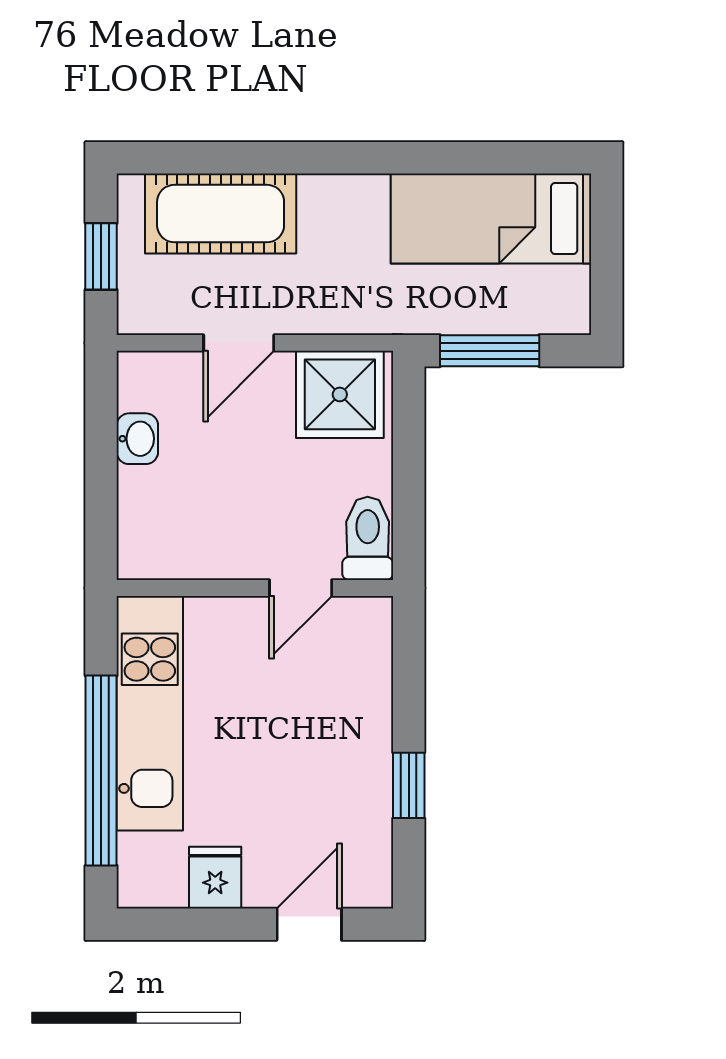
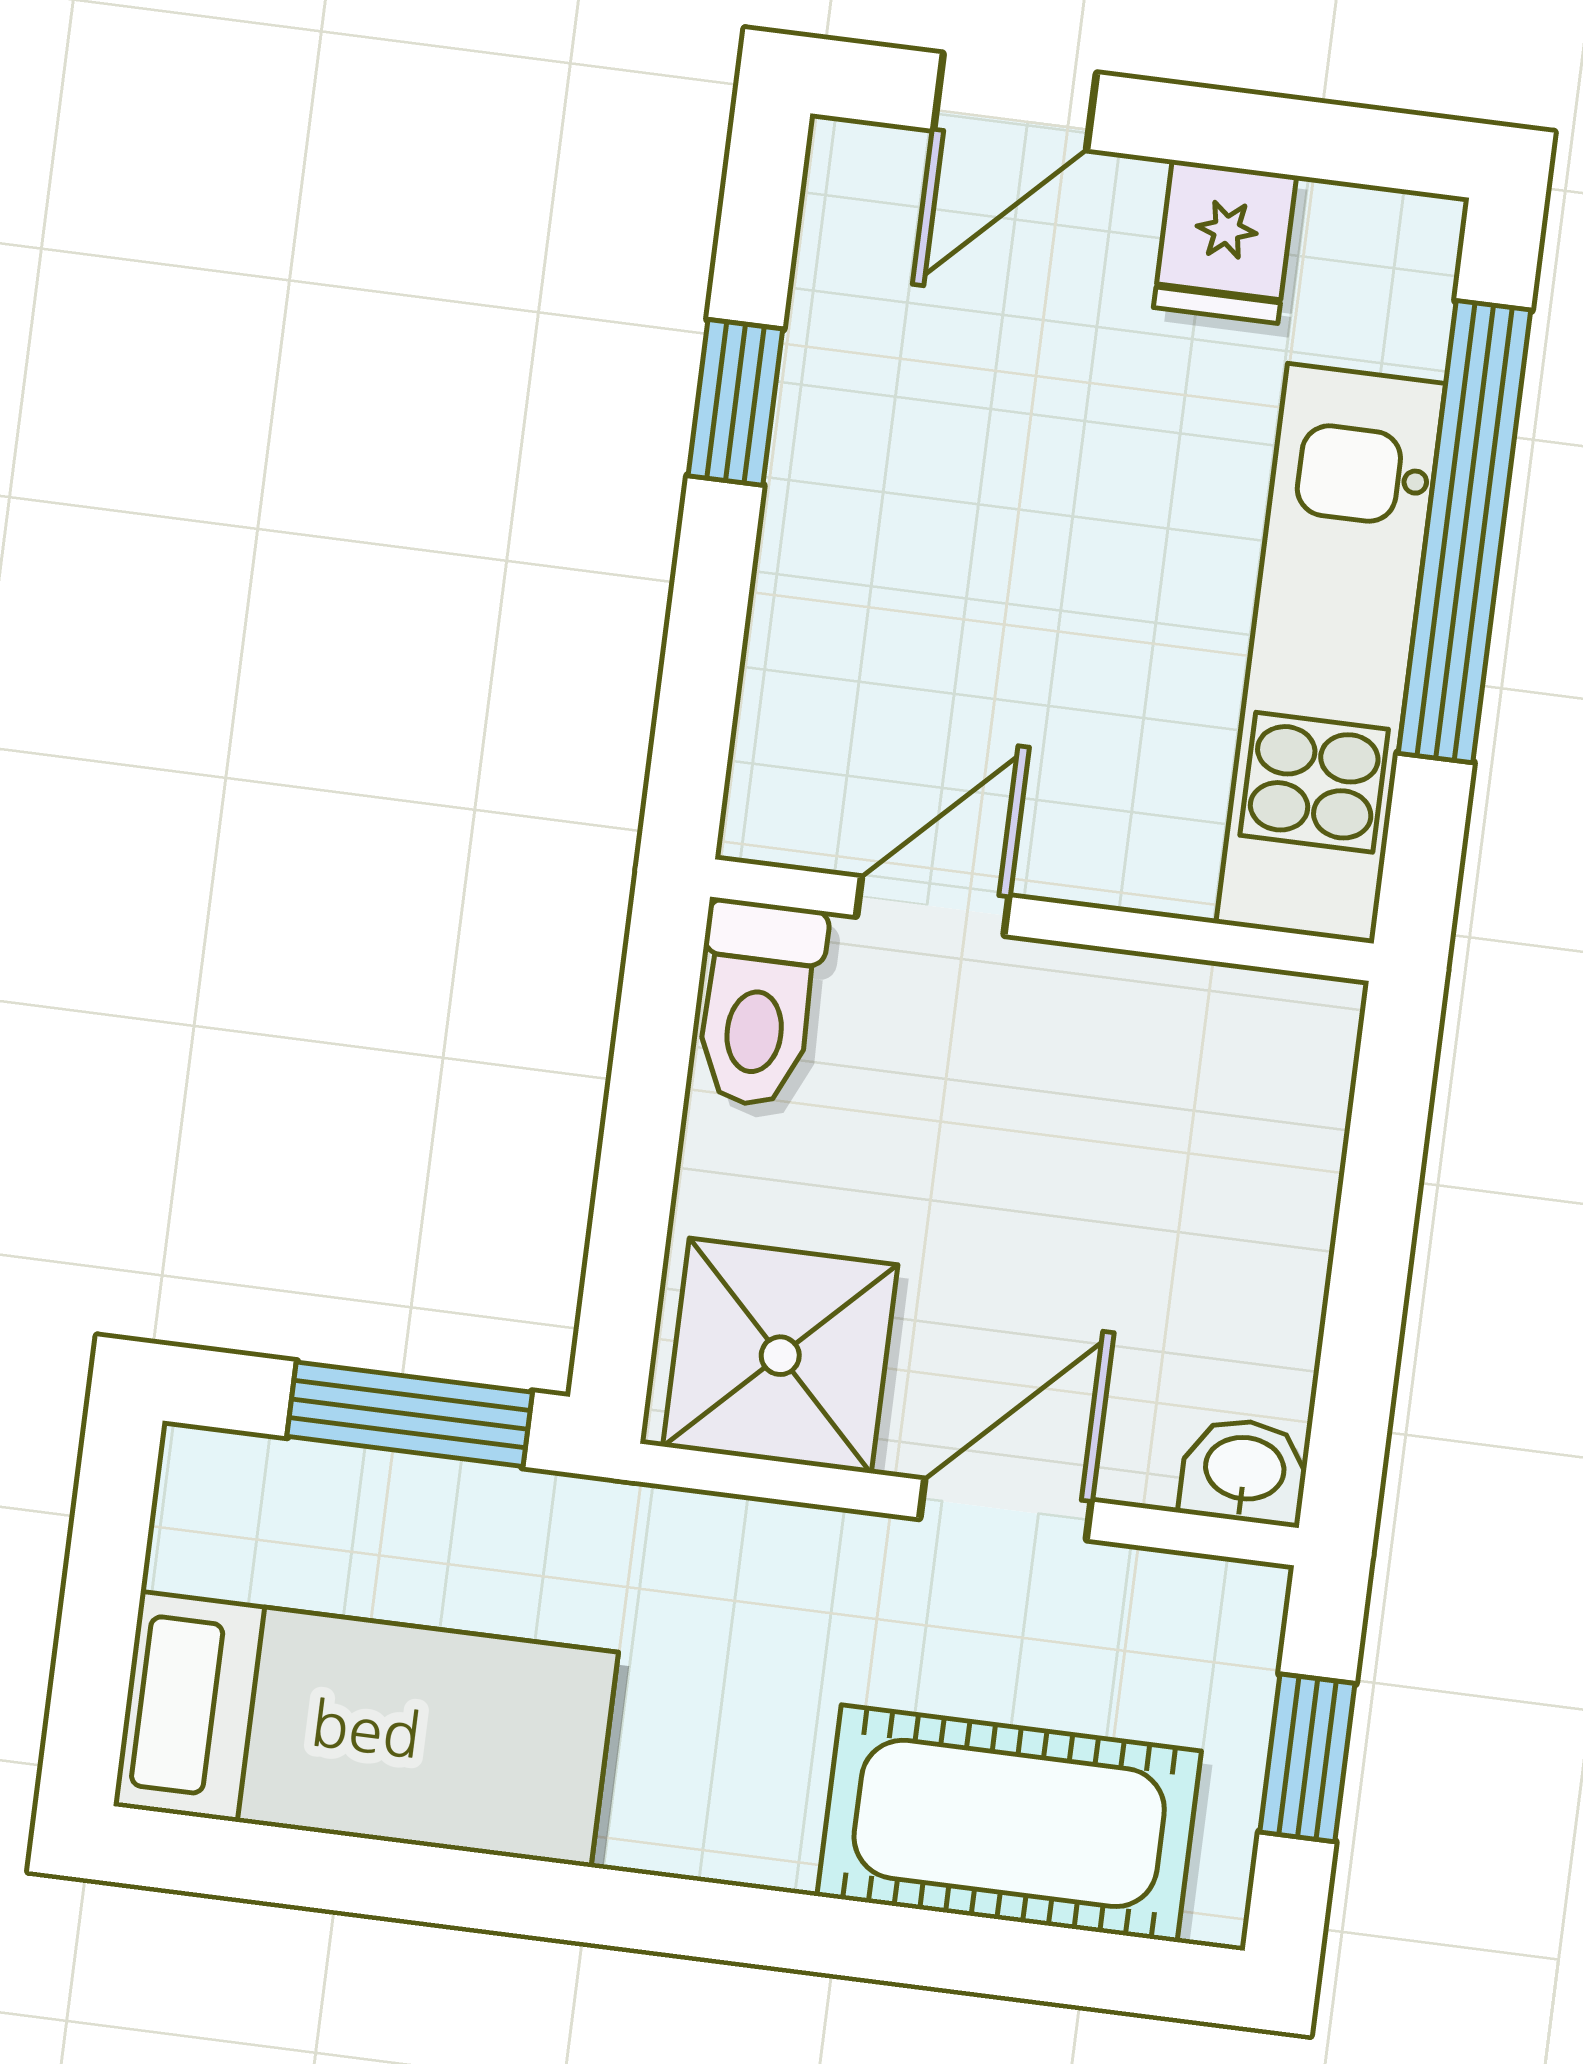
washbasin: (137, 439) -> (1244, 1471), moved, turned 90

